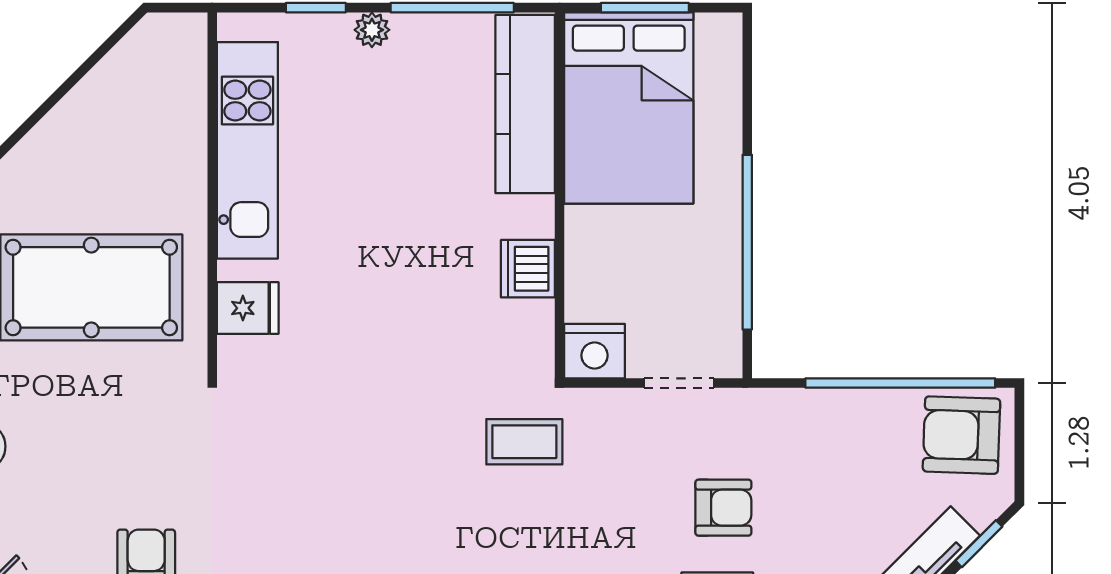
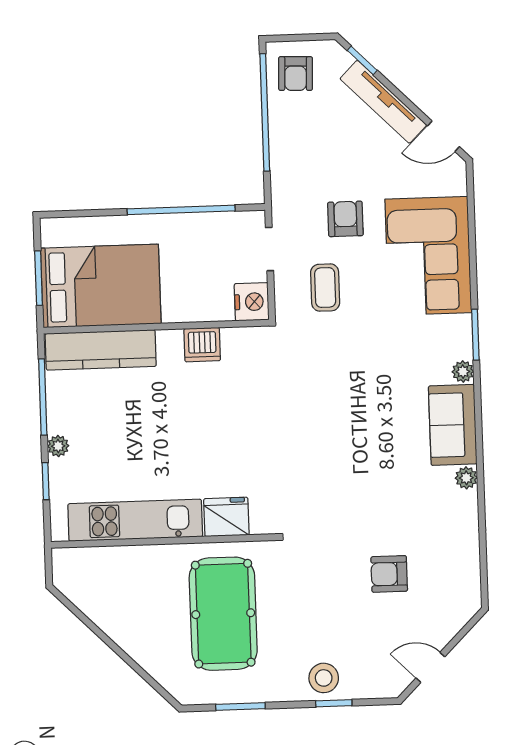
fridge: (248, 308) -> (226, 517), width x1.38
armchair: (961, 435) -> (296, 74), width x0.72, depth x0.72
coffee table: (524, 442) -> (325, 288), moved

